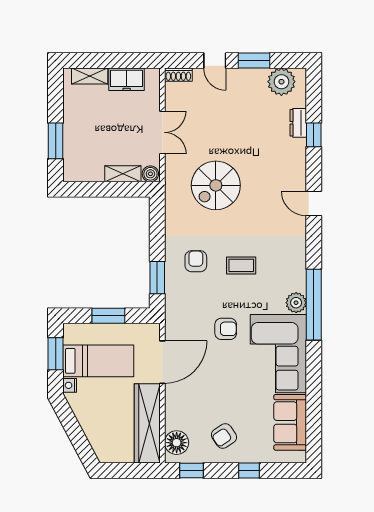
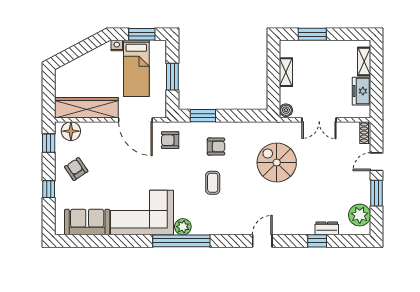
shelving: (123, 174) -> (286, 72), moved
armchair: (226, 329) -> (170, 140), moved, turned 90

